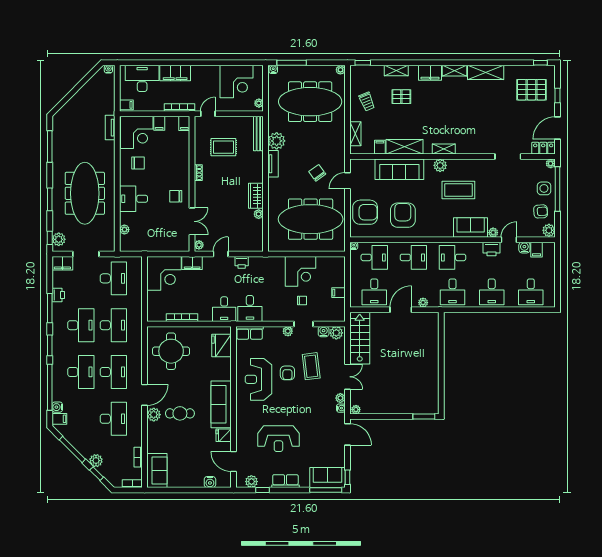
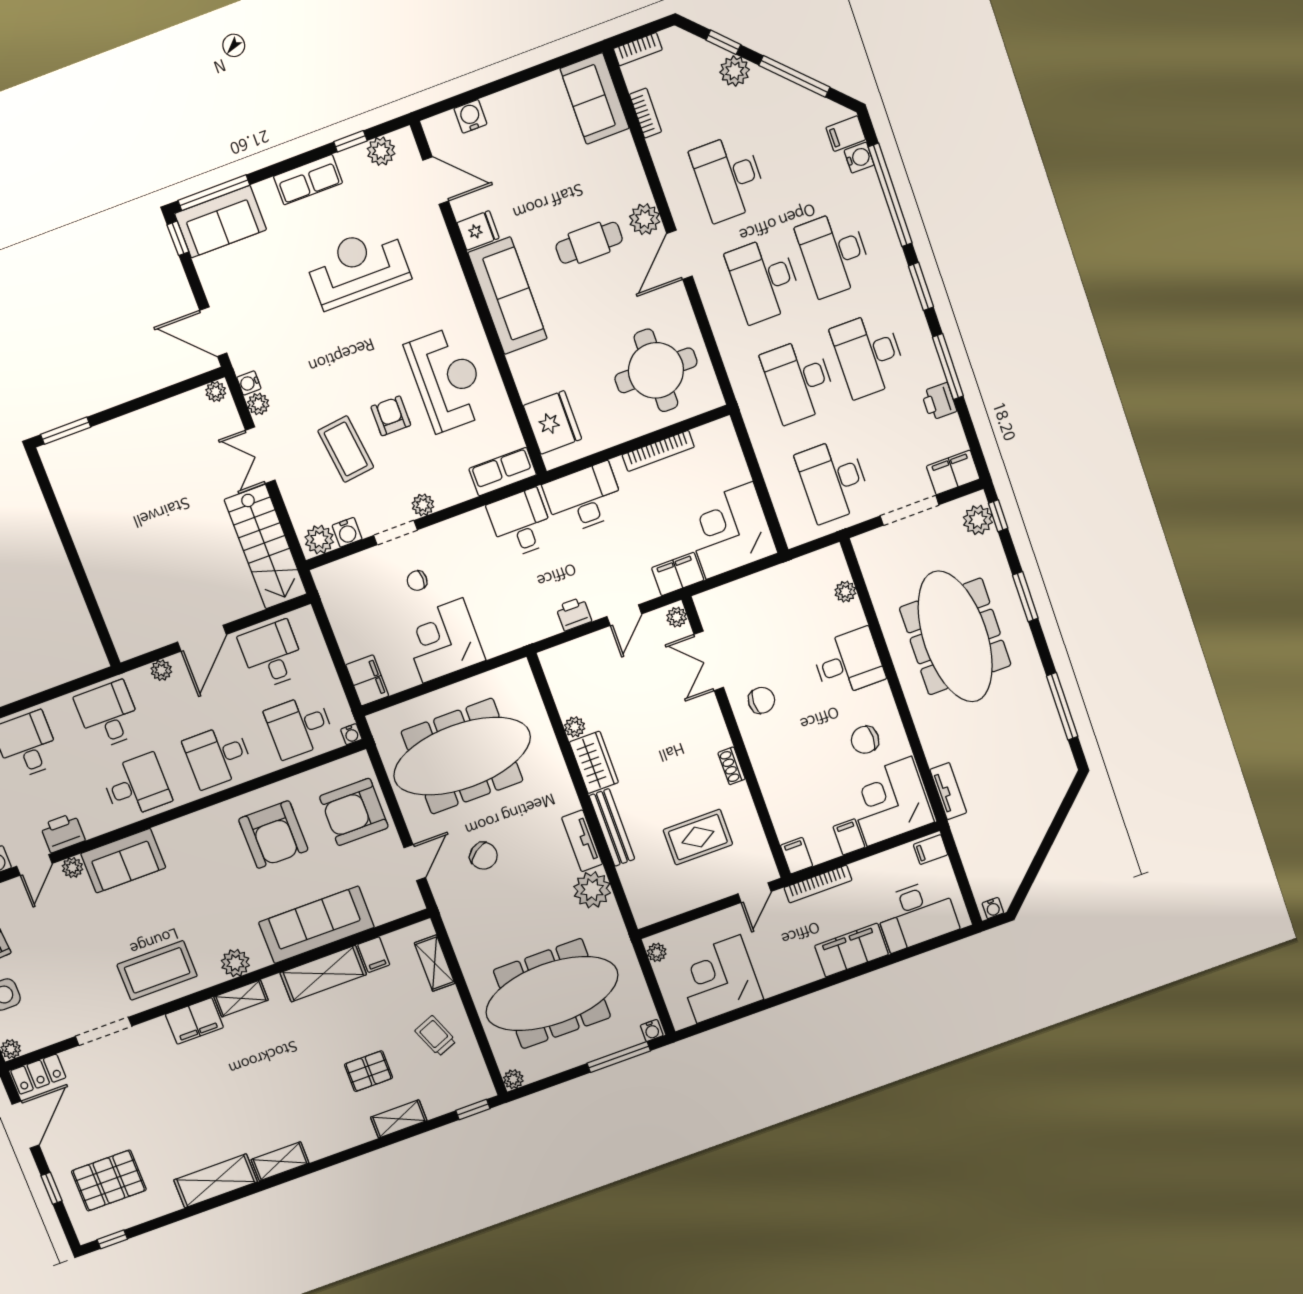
filing cabinet: (430, 73) -> (194, 1021), moved, turned 180
bench: (258, 134) -> (612, 827), moved
coffee table: (458, 190) -> (157, 970), moved
filing cabinet: (338, 293) -> (367, 680), moved, width x2.00
desk: (224, 309) -> (584, 498), width x1.37

